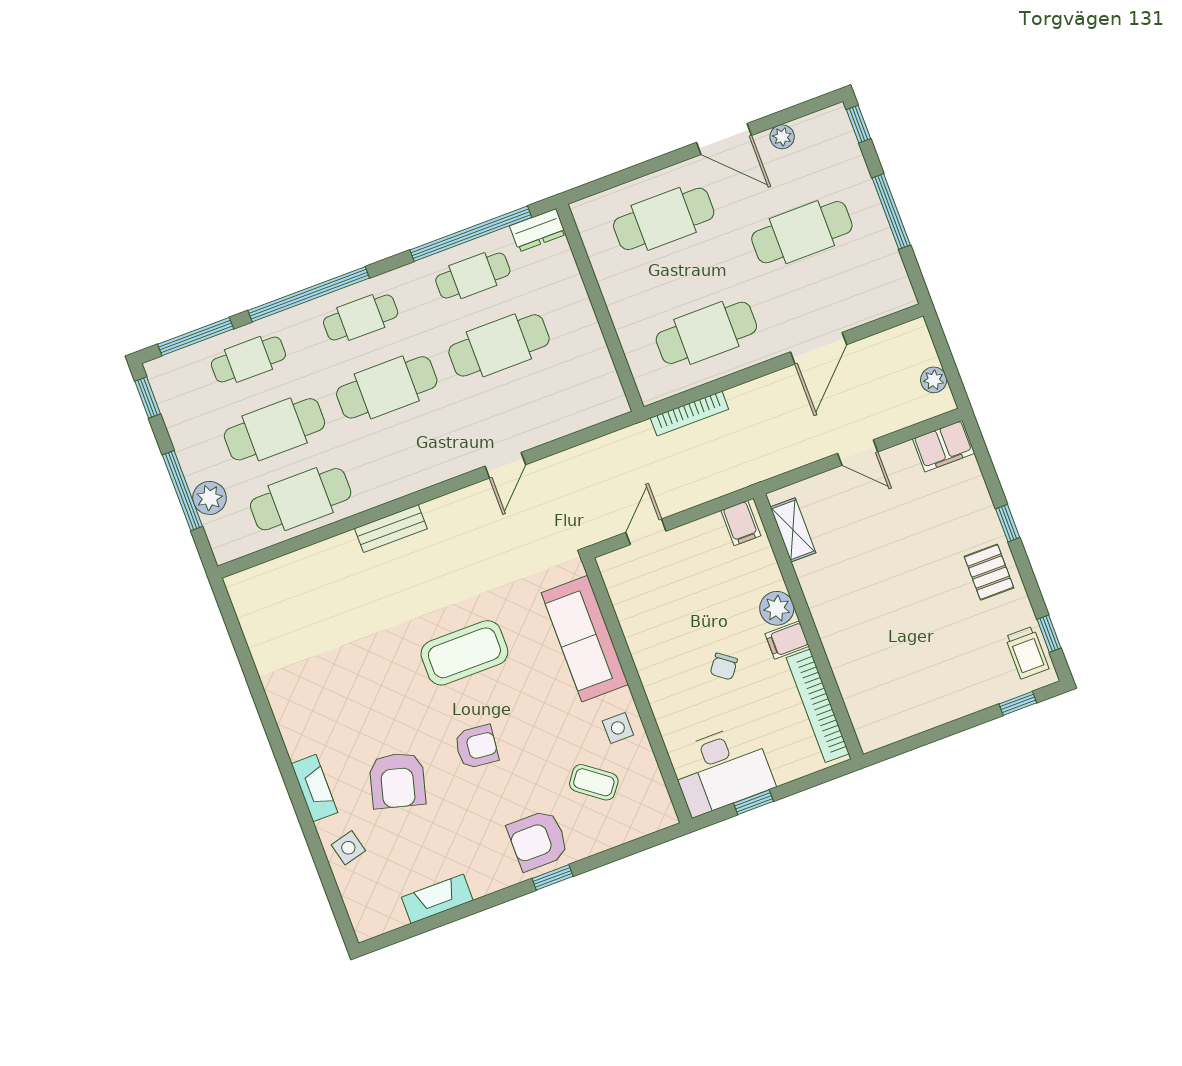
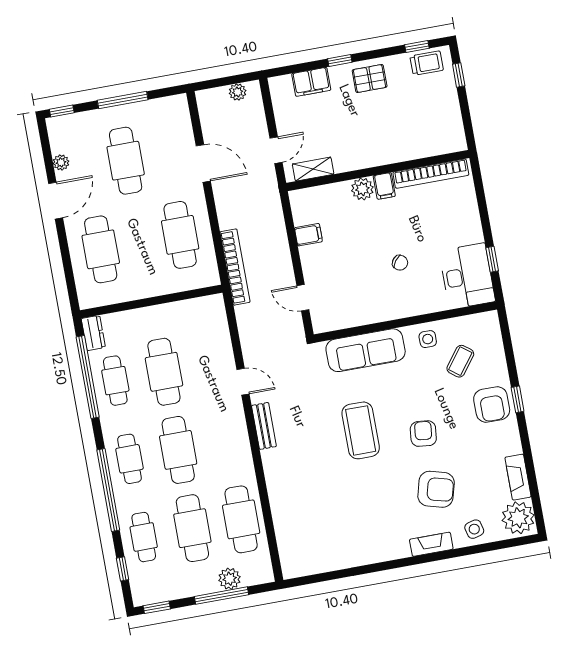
window: (196, 337) -> (123, 569), width x0.46
bookcase: (689, 414) -> (235, 267), width x1.48, depth x1.31
filing cabinet: (944, 446) -> (311, 82), moved, turned 90
bench: (391, 529) -> (264, 426), moved
shelving: (793, 530) -> (313, 169), moved
plant: (777, 608) -> (362, 189), moved
wall: (808, 626) -> (378, 170), moved
filing cabinet: (787, 640) -> (384, 186), moved
bookcase: (818, 706) -> (431, 174), moved
plant: (377, 910) -> (518, 518), added

